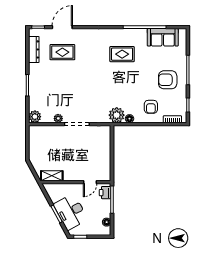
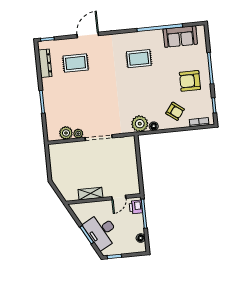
door: (62, 27) -> (88, 35), moved
armchair: (151, 107) -> (175, 111), turned -53
plant: (35, 117) -> (66, 133), moved
shelving: (52, 176) -> (90, 194), moved

